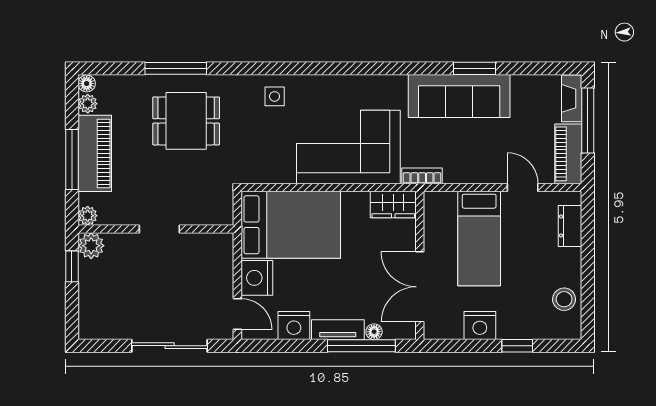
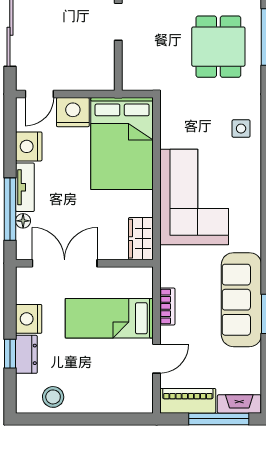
bookcase: (422, 176) -> (167, 306), moved
dresser: (570, 226) -> (26, 354), moved, turned 90

